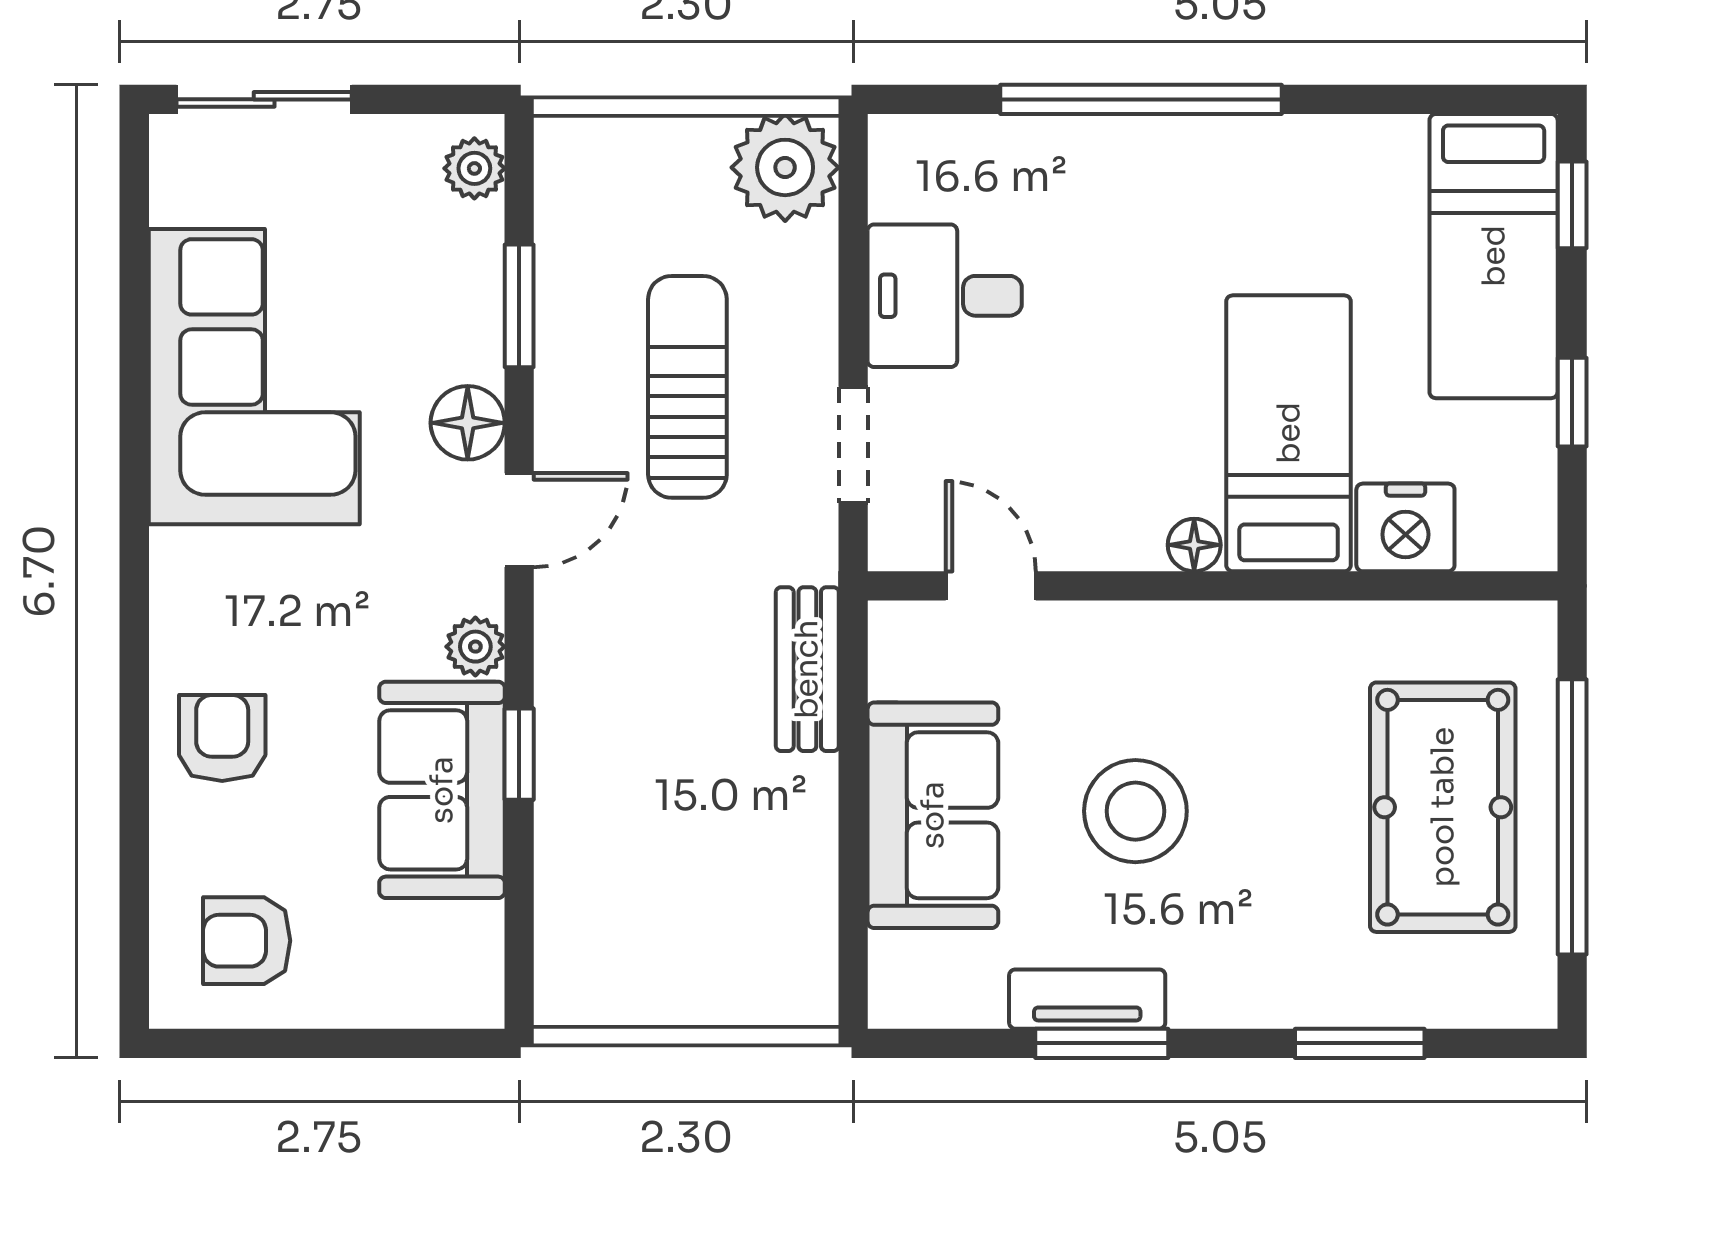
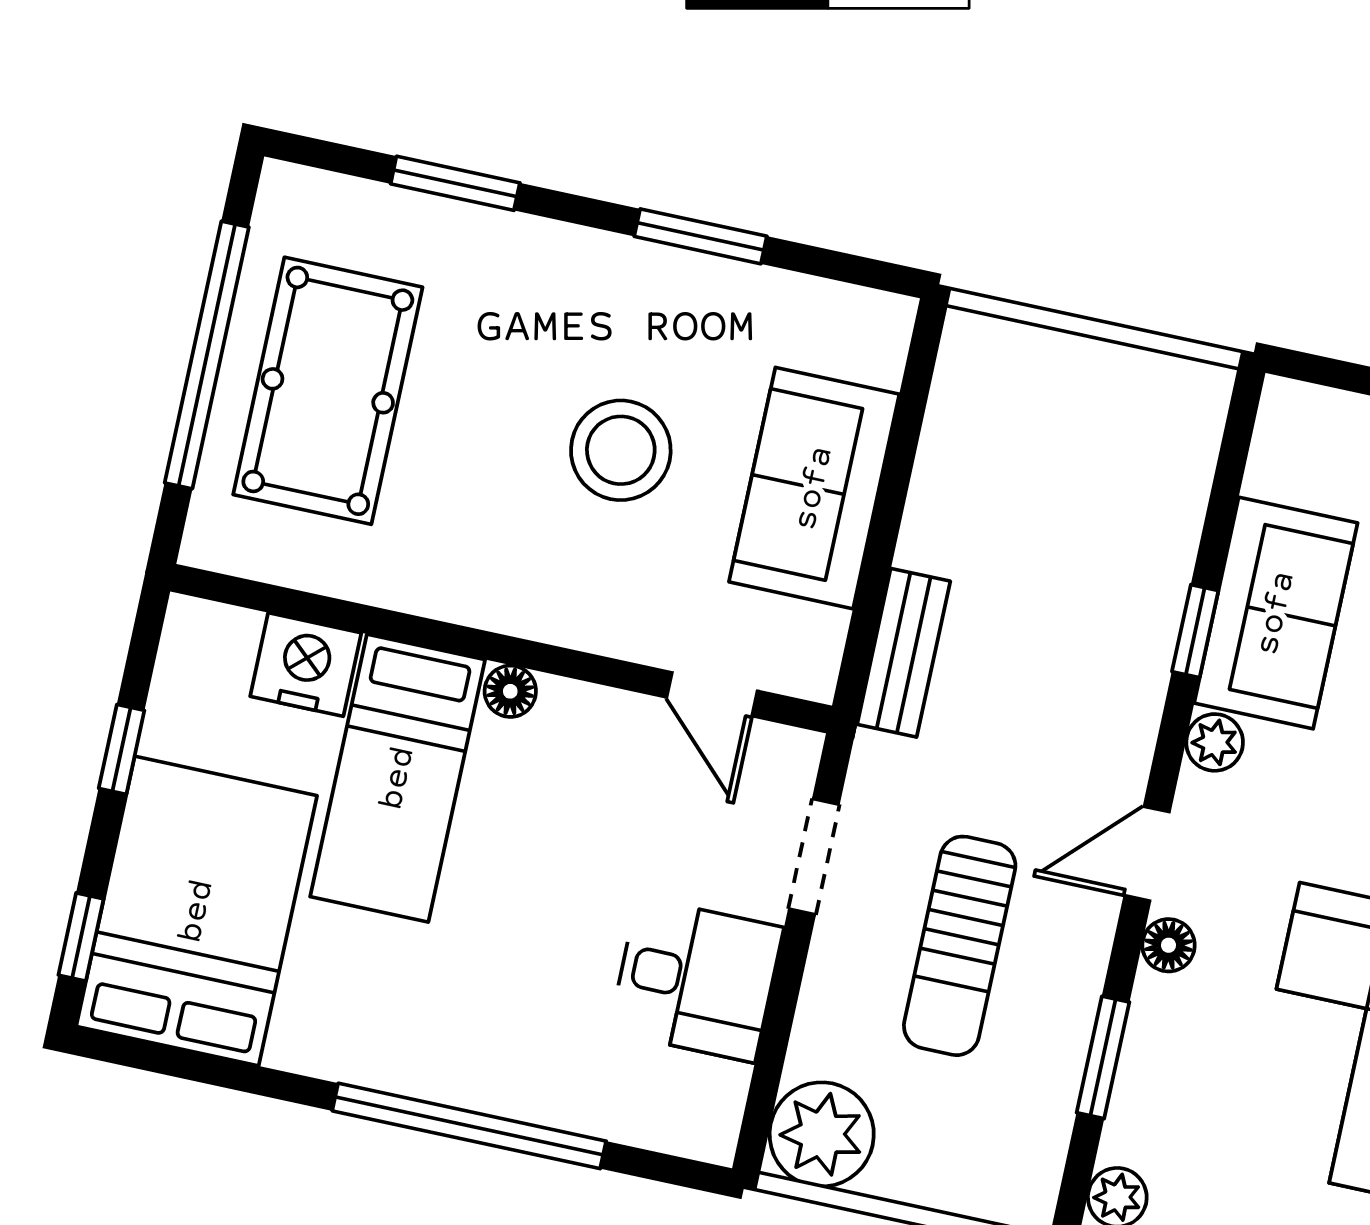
bed: (1494, 256) -> (197, 911), width x1.50
floor lamp: (468, 423) -> (1169, 945), width x0.73, depth x0.73
tv unit: (1087, 999) -> (705, 281), removed

